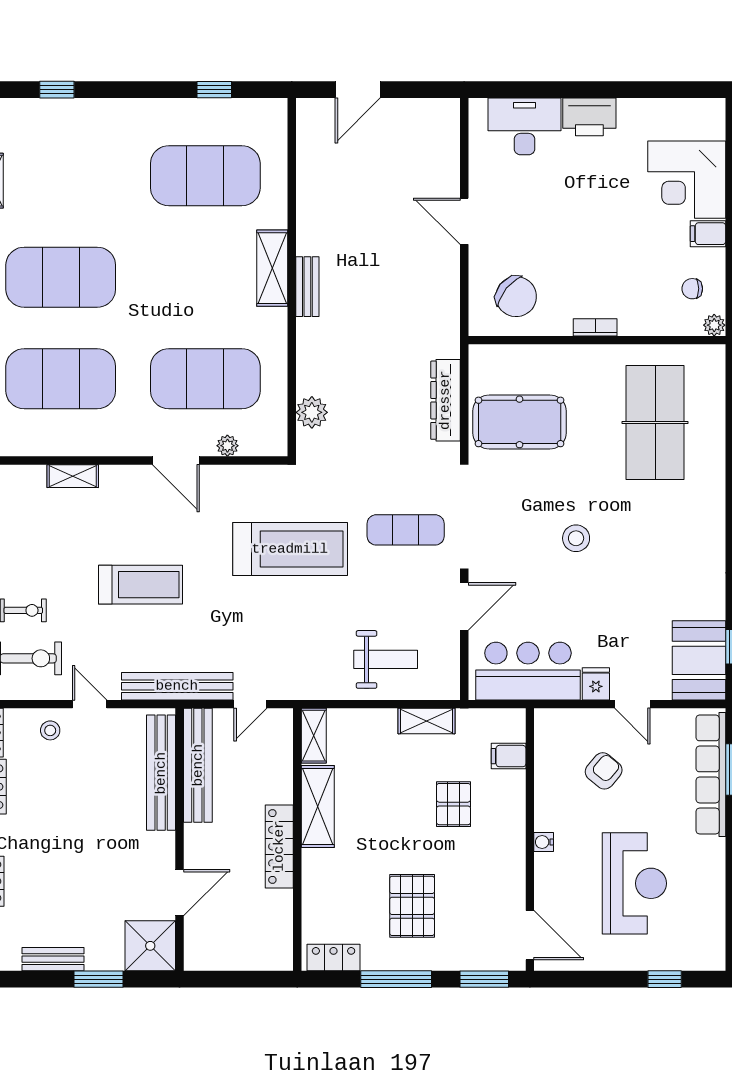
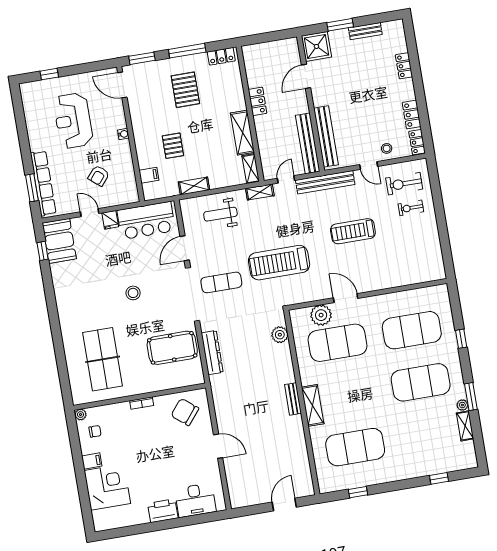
plant: (227, 446) -> (321, 315), width x1.88, depth x1.88
shelving: (73, 476) -> (260, 192), moved
locker: (279, 846) -> (258, 101), width x0.66

